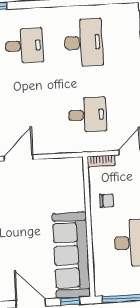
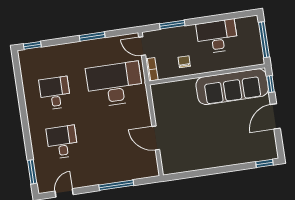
desk: (84, 43) -> (55, 93), width x0.73
desk: (87, 115) -> (115, 84), width x1.87, depth x1.30

